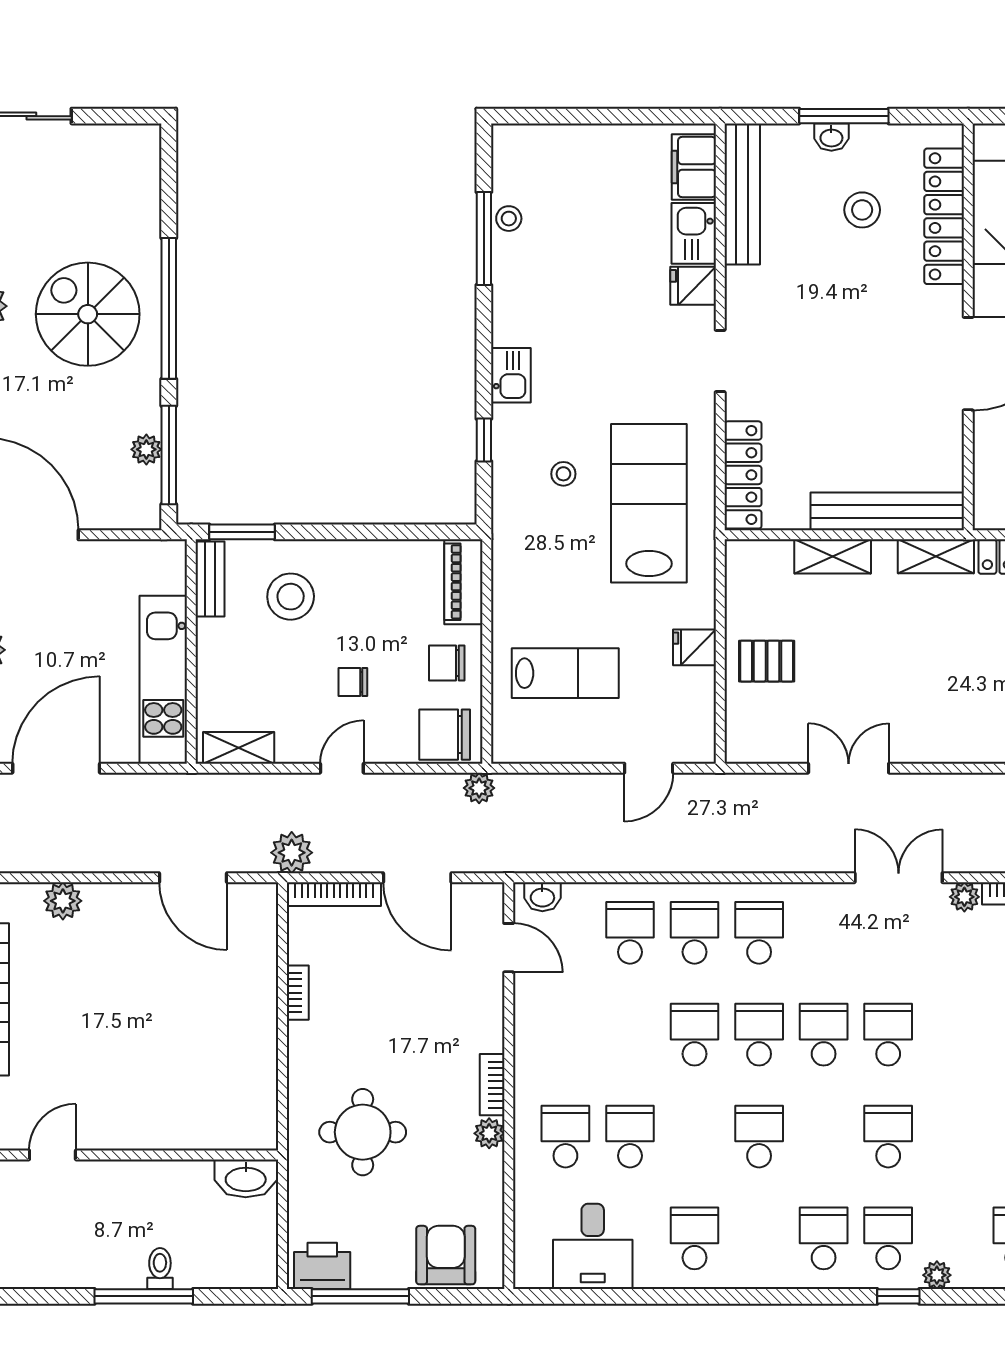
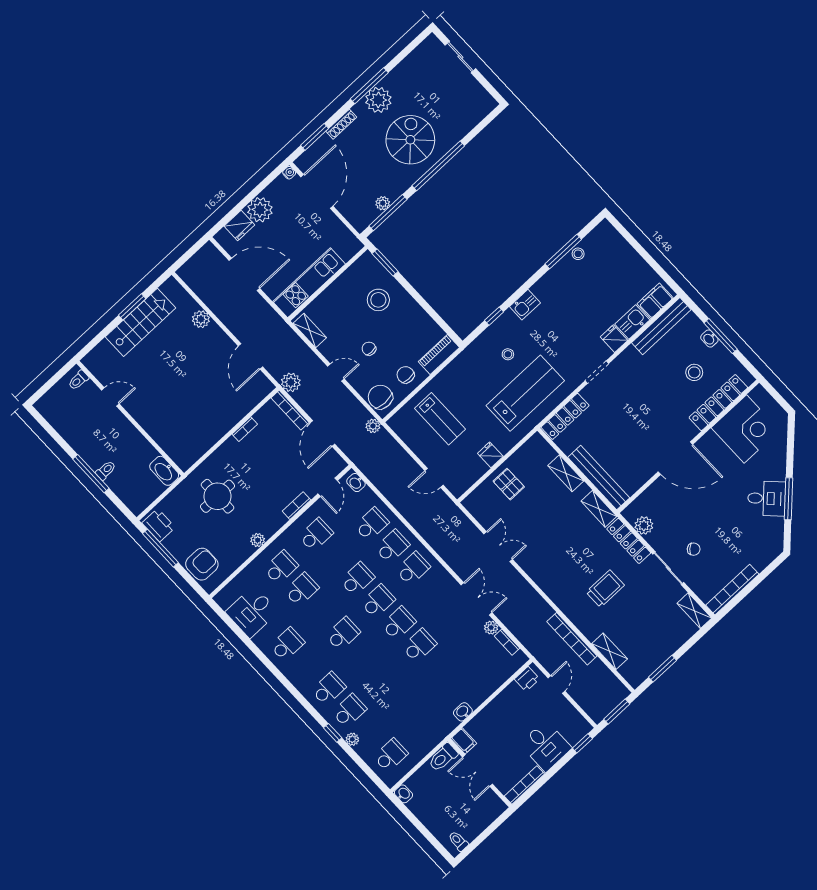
bench: (210, 579) -> (359, 267), removed
bookcase: (492, 1085) -> (297, 506), moved
school desk: (888, 1137) -> (316, 535), moved

